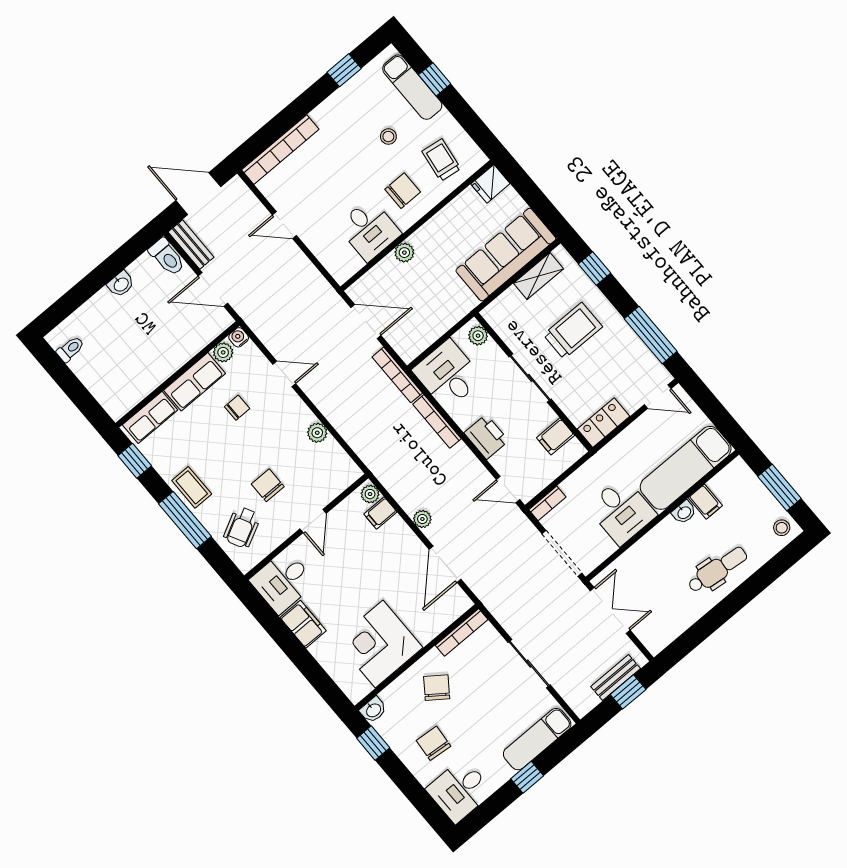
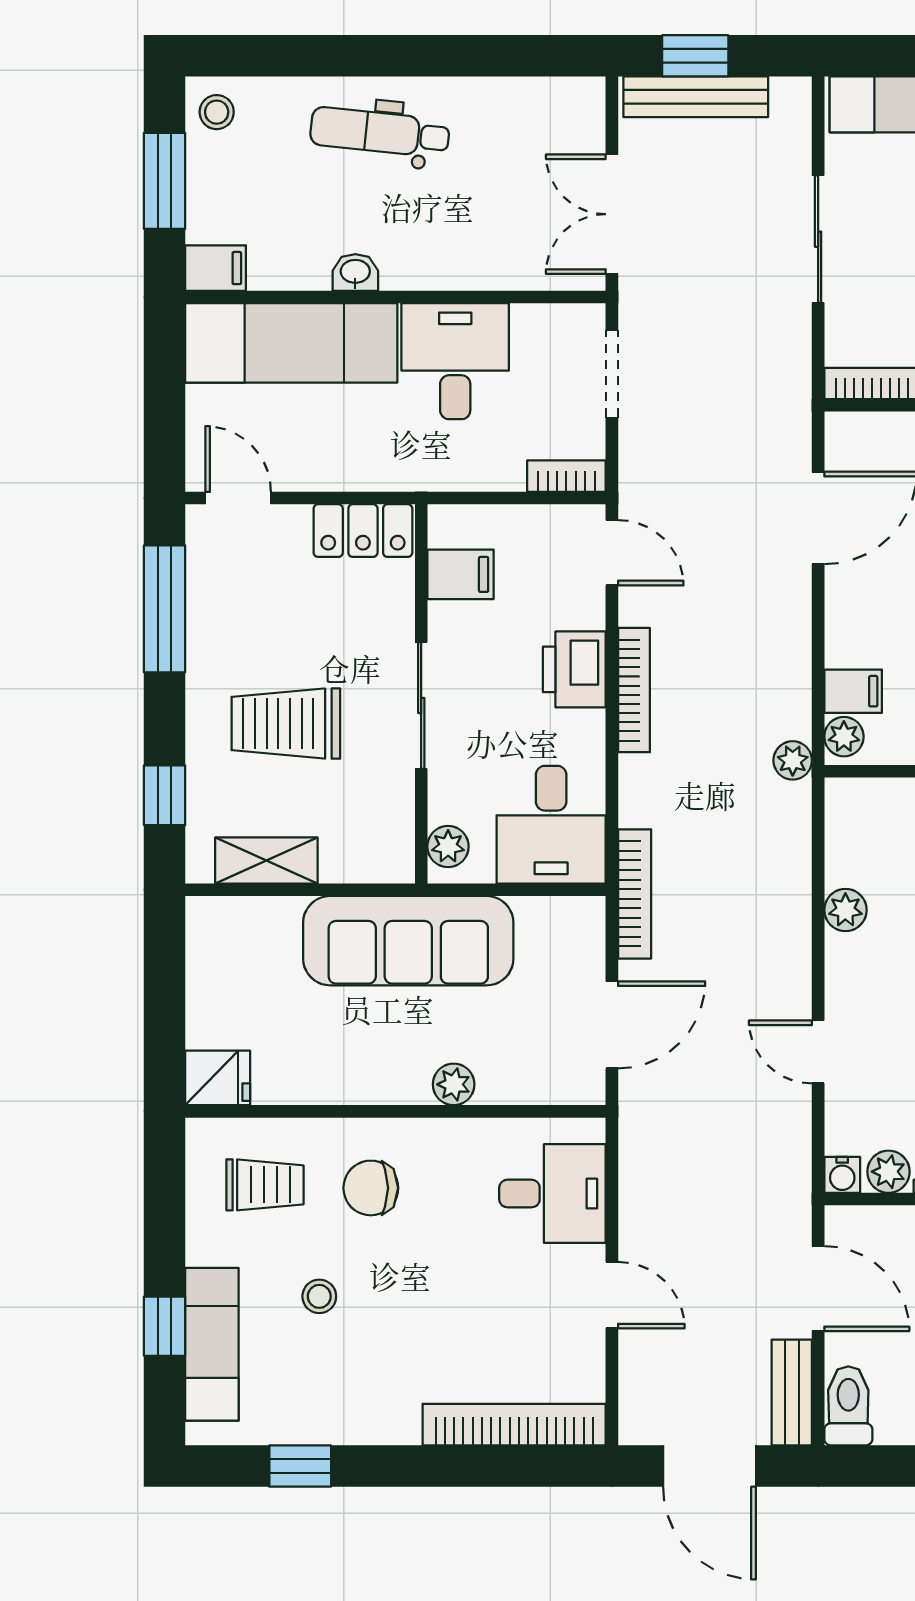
trolley: (441, 160) -> (265, 1185), turned -98
desk: (369, 230) -> (552, 1194), moved, turned 90
sofa: (506, 255) -> (408, 941), moved
door: (366, 321) -> (612, 1025), swing flipped
bookcase: (437, 421) -> (634, 690), moved
filing cabinet: (705, 502) -> (216, 268), moved, turned 90
plant: (422, 519) -> (793, 760), moved
doorway: (562, 553) -> (612, 374), width x0.73
bench: (616, 677) -> (696, 97), width x1.36

